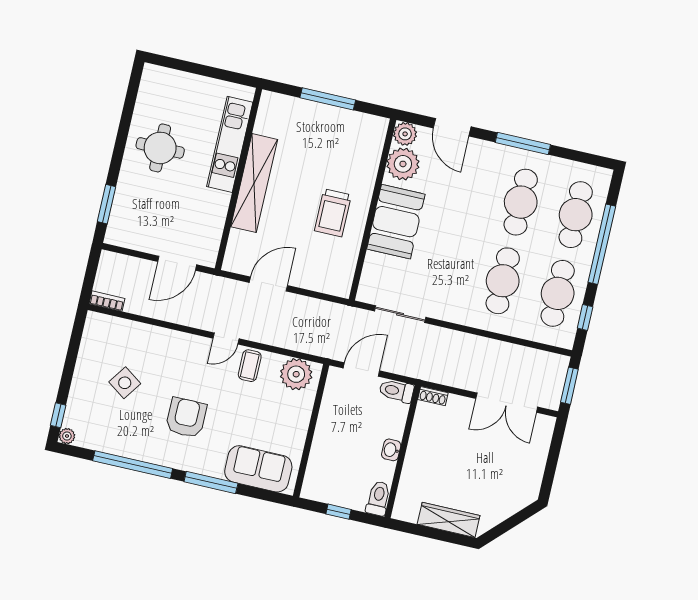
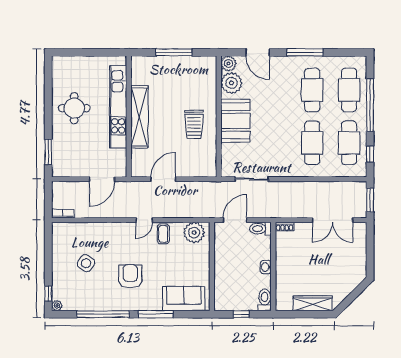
kitchen unit: (230, 144) -> (118, 107), width x1.36

